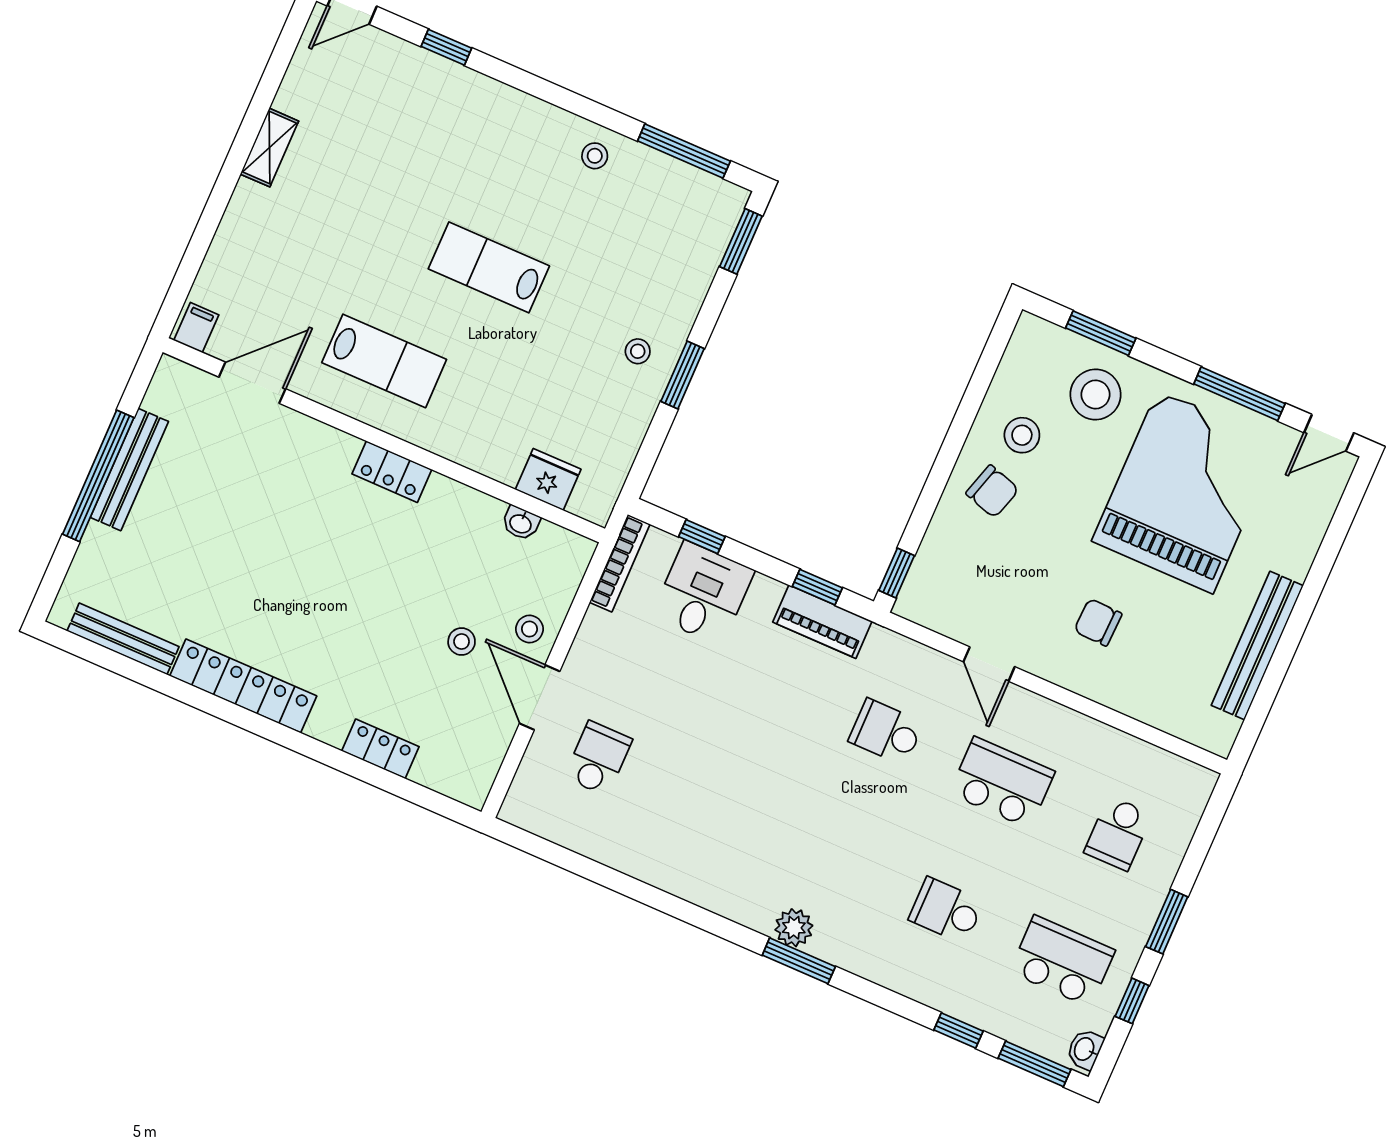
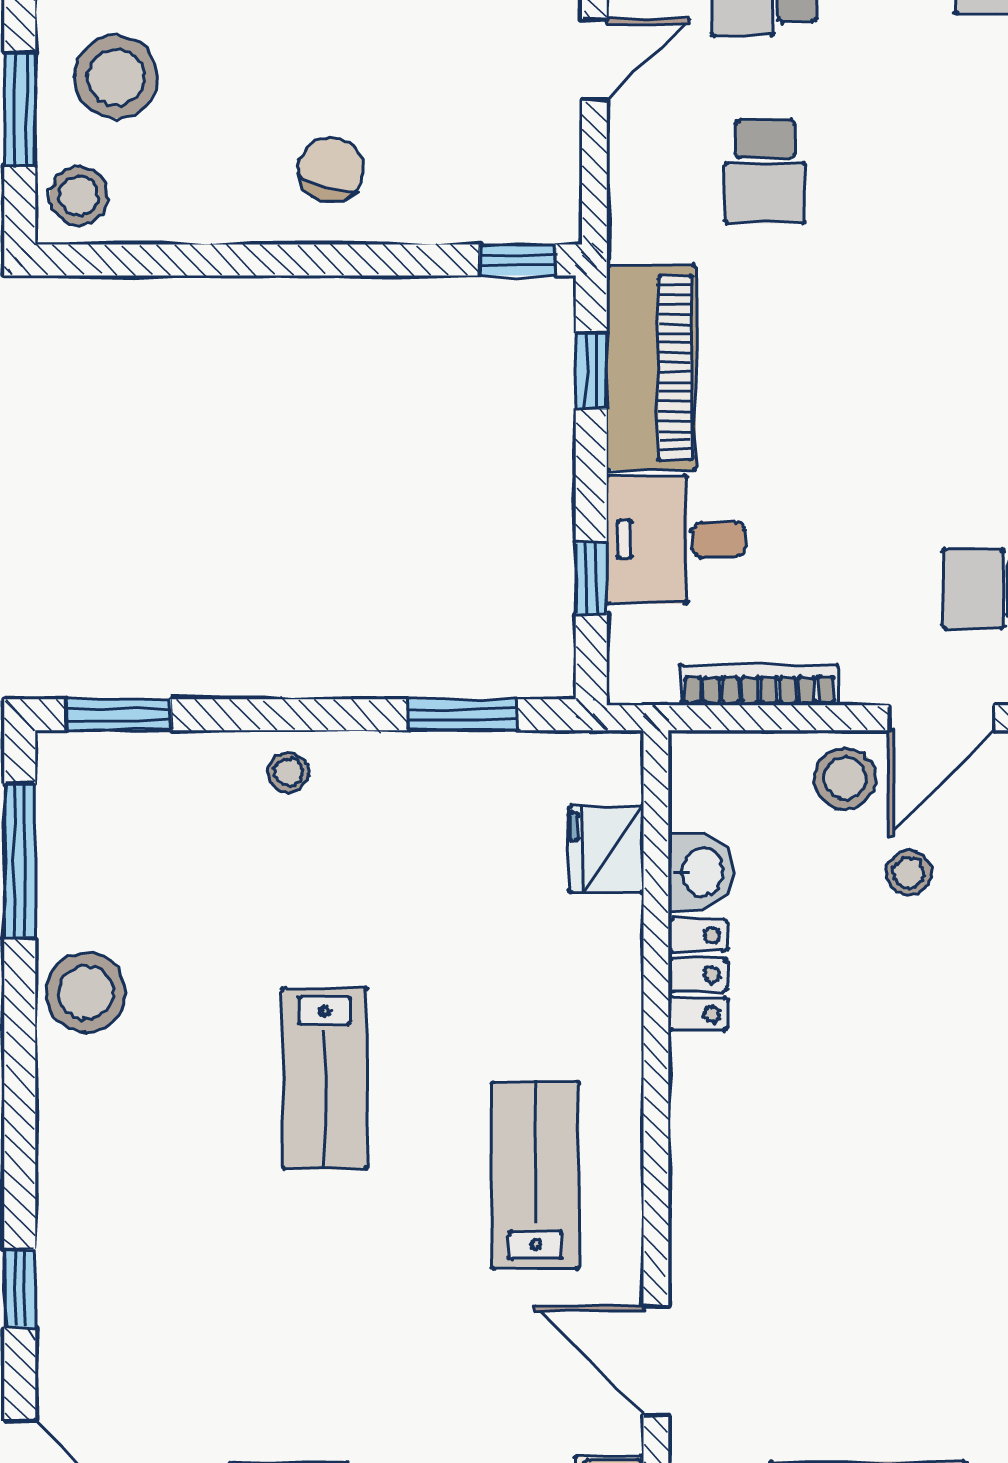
stool: (595, 156) -> (86, 992), width x1.89, depth x1.89
stool: (638, 351) -> (288, 772), moved
window: (683, 375) -> (462, 715), moved
stool: (1022, 435) -> (79, 196), moved
locker: (392, 472) -> (698, 975), moved
washbasin: (521, 523) -> (701, 872), width x1.38, depth x1.45
bookcase: (620, 563) -> (759, 685), moved
piano: (822, 622) -> (651, 368), width x1.37, depth x1.33
stool: (529, 629) -> (845, 778), width x1.37, depth x1.37

